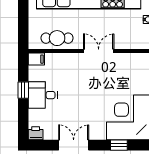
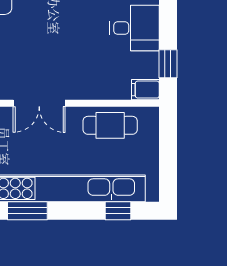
window: (23, 90) -> (168, 64), moved

